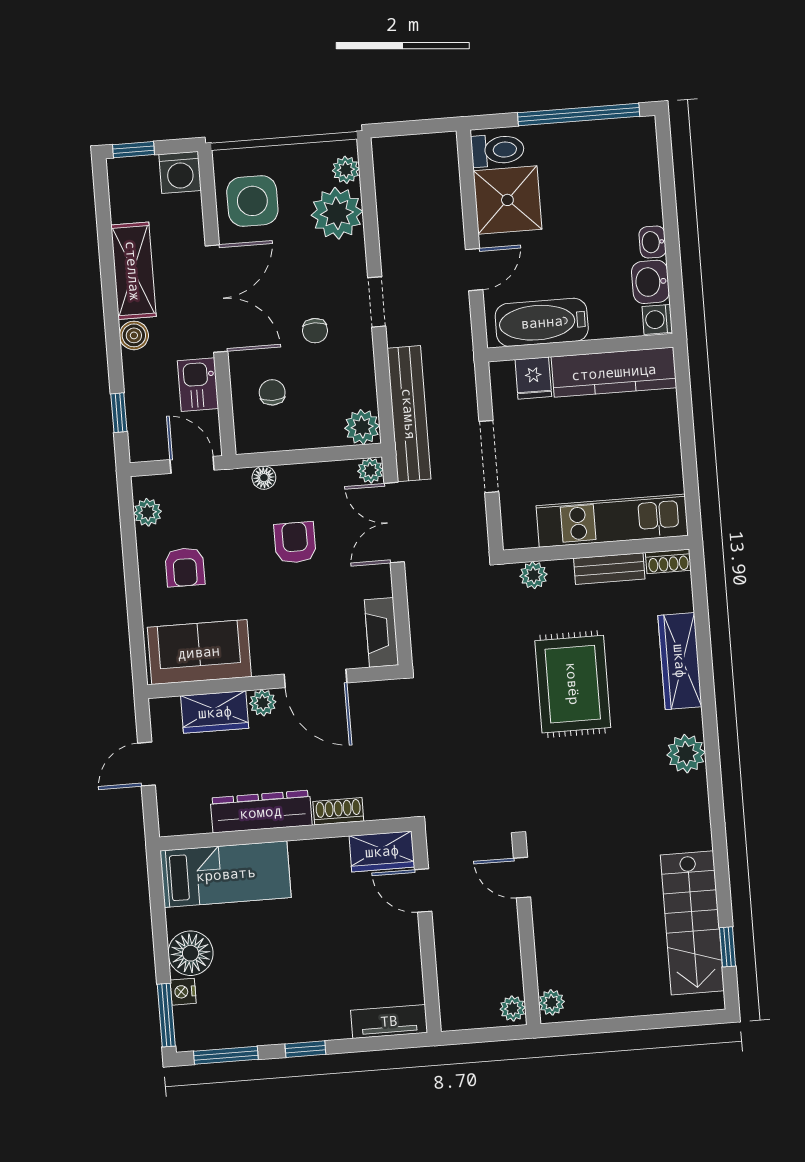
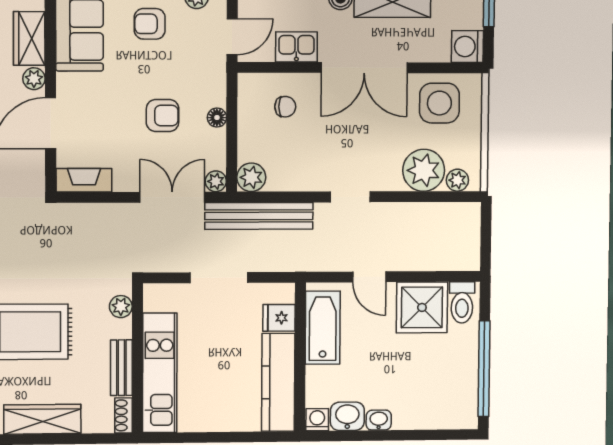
chair: (315, 331) -> (332, 145), removed
floor lamp: (264, 478) -> (217, 118), moved

